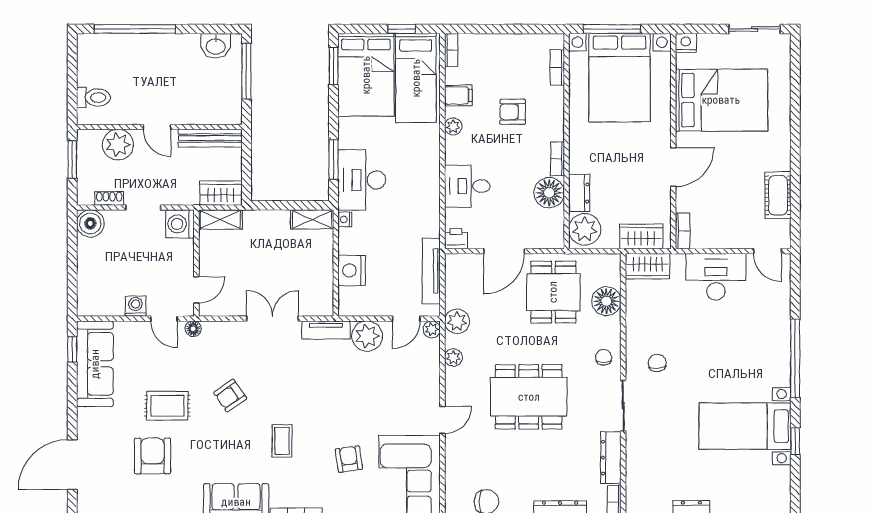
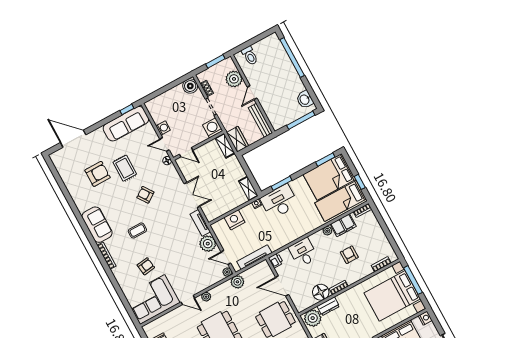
filing cabinet: (458, 95) -> (343, 225), width x2.00
door: (164, 319) -> (164, 144), hinge flipped
plant: (453, 358) -> (206, 297), moved

